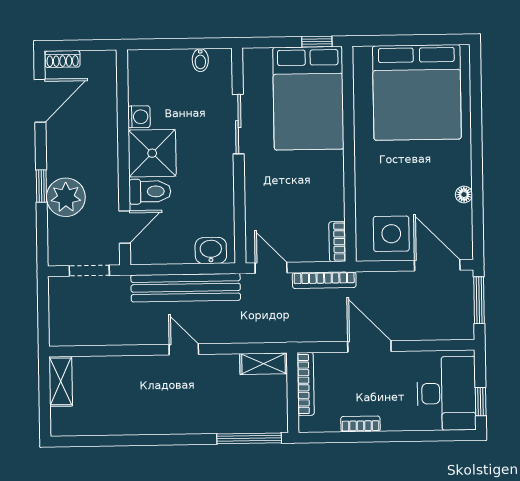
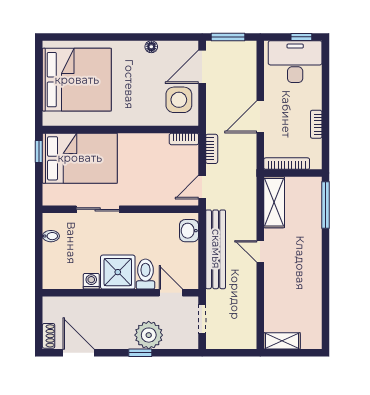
bookcase: (324, 280) -> (212, 149), width x0.64
door: (184, 349) -> (260, 251), hinge flipped
shelving: (264, 364) -> (274, 202), width x1.50, depth x1.33

